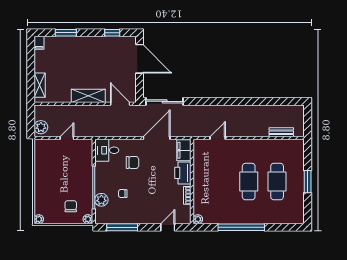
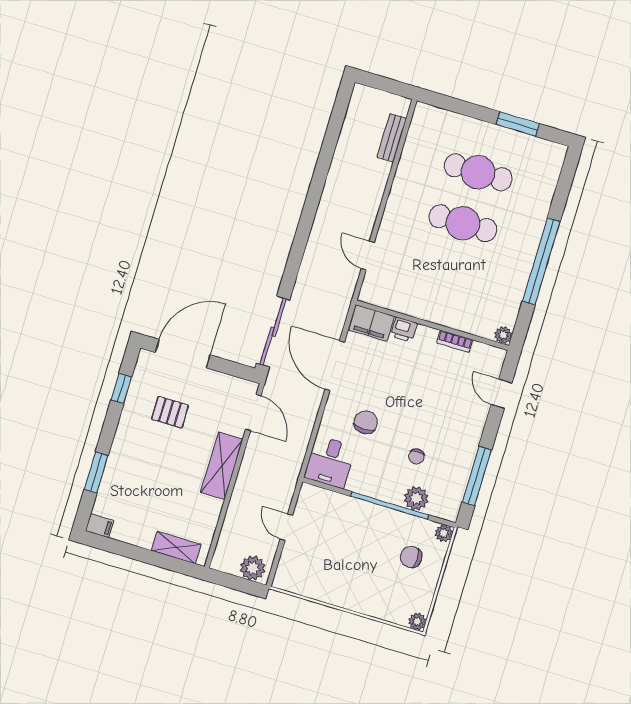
pallet: (108, 61) -> (170, 412), added
door: (120, 104) -> (253, 413), swing flipped
printer: (183, 173) -> (404, 330), width x0.53, depth x0.68
window: (308, 182) -> (518, 124), moved

